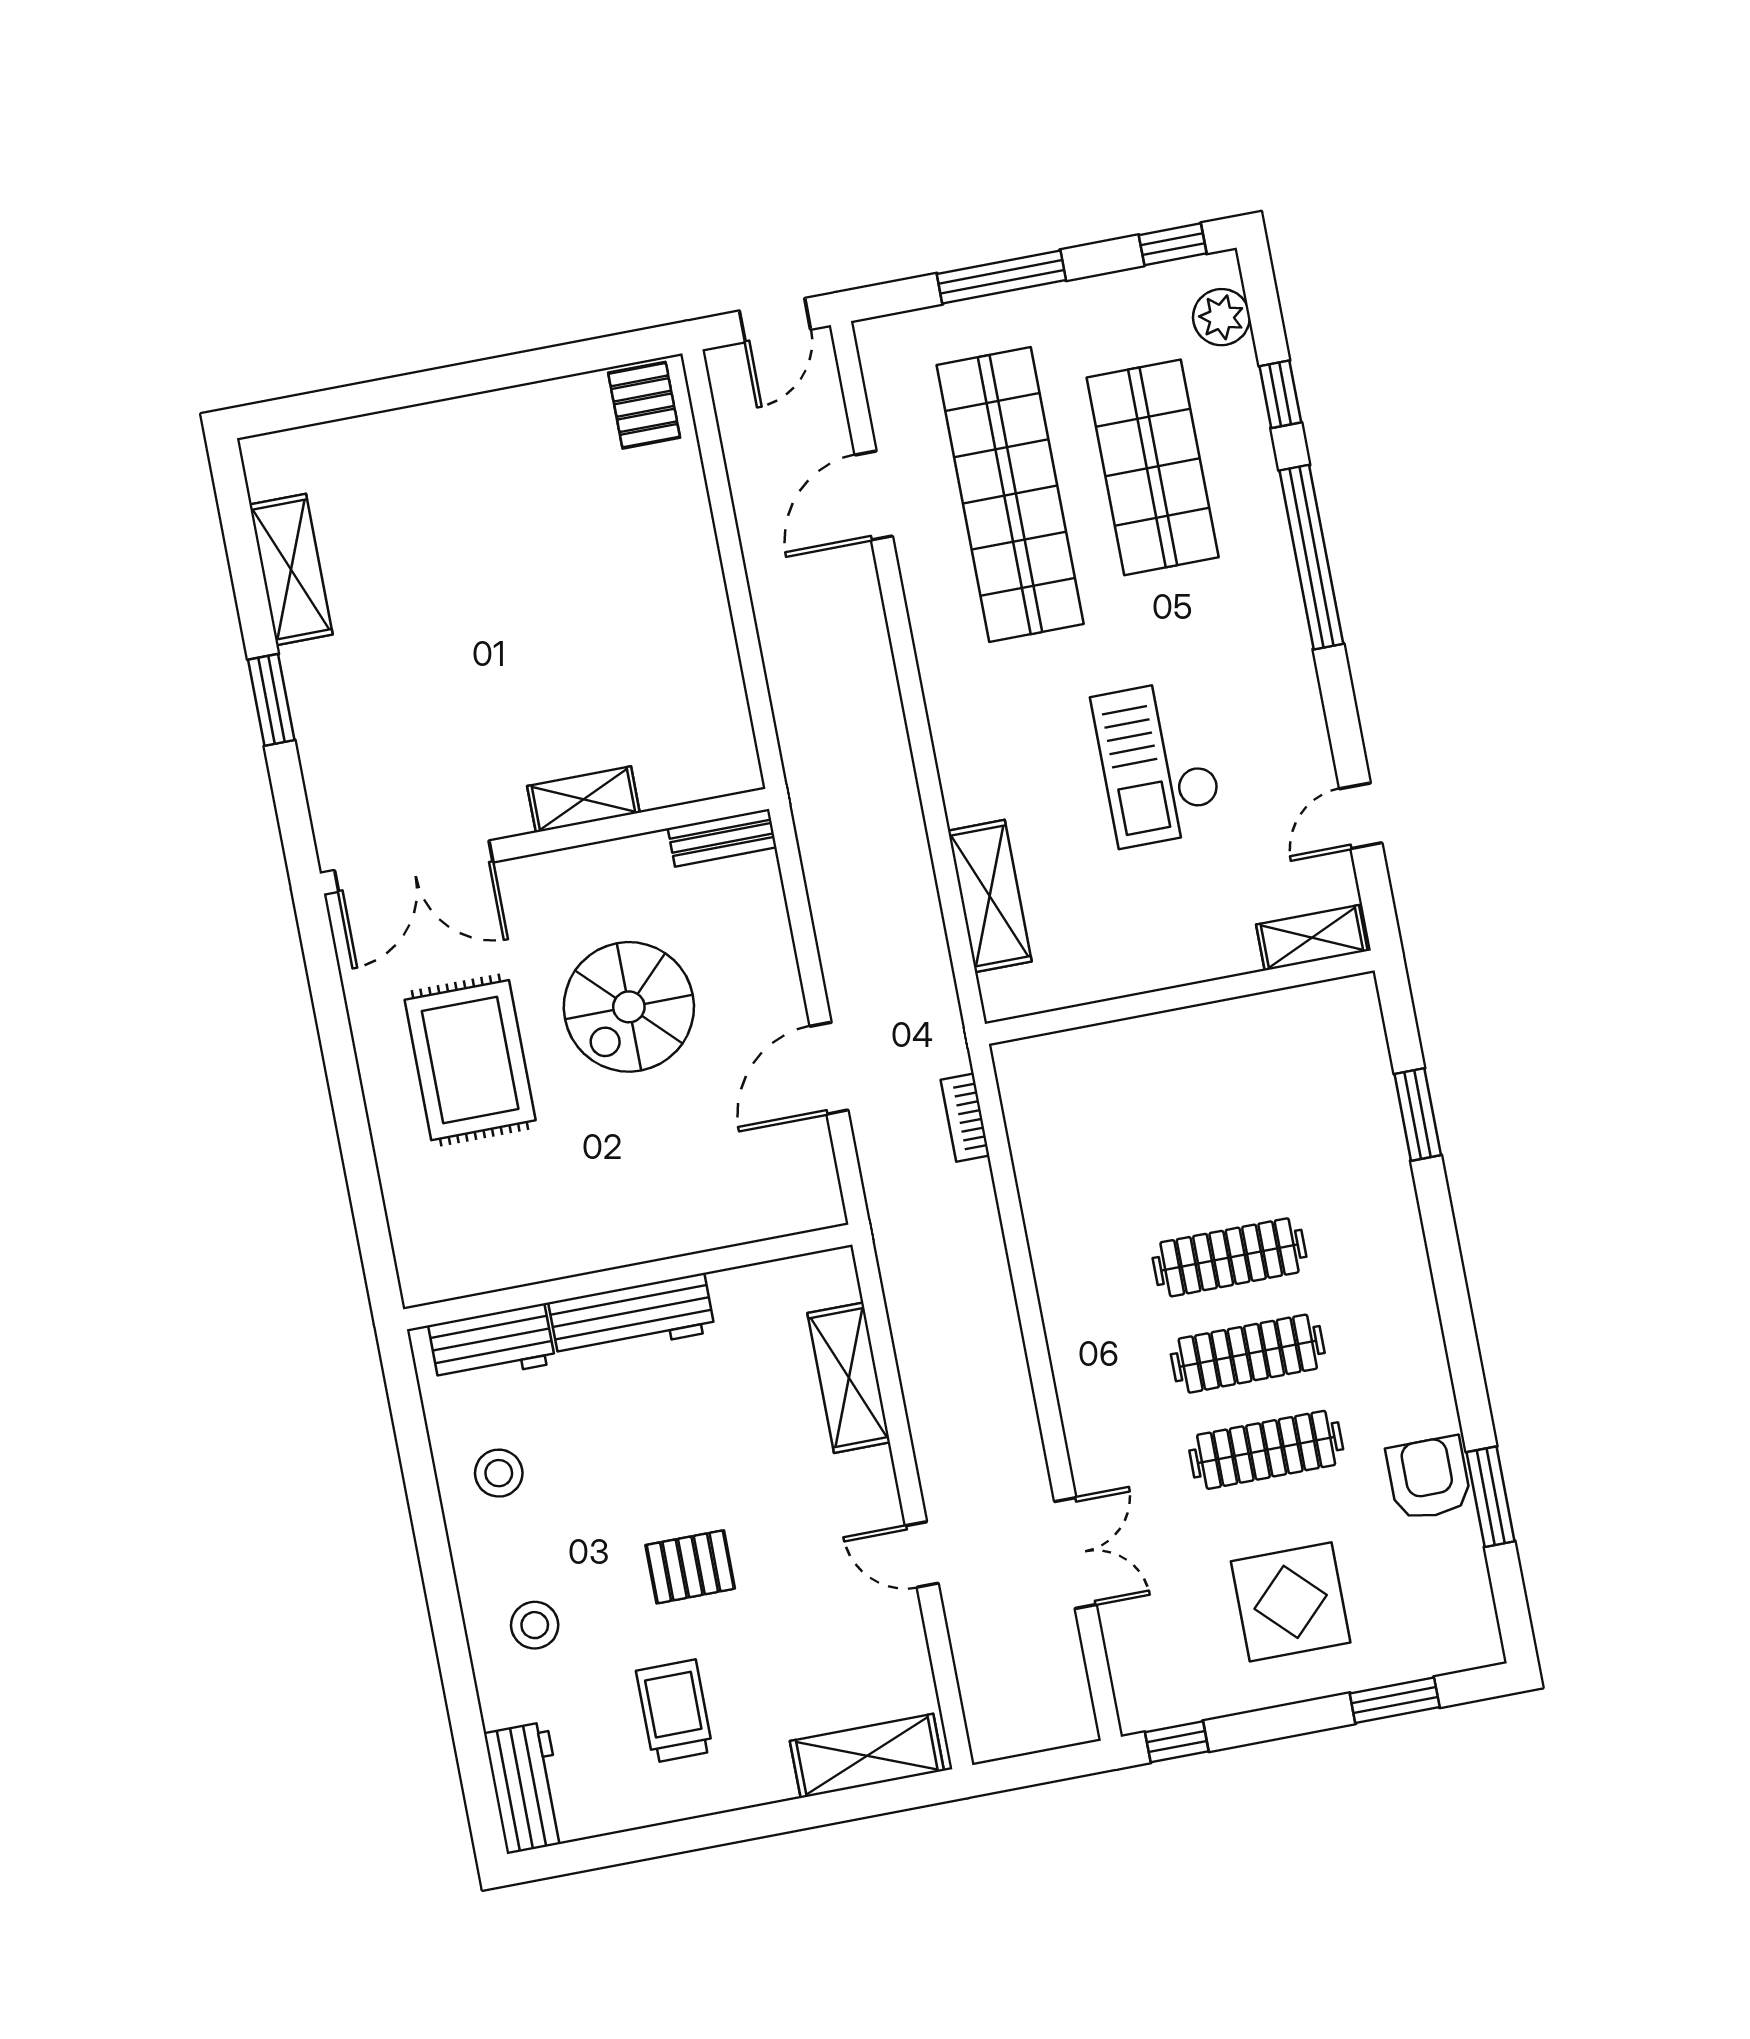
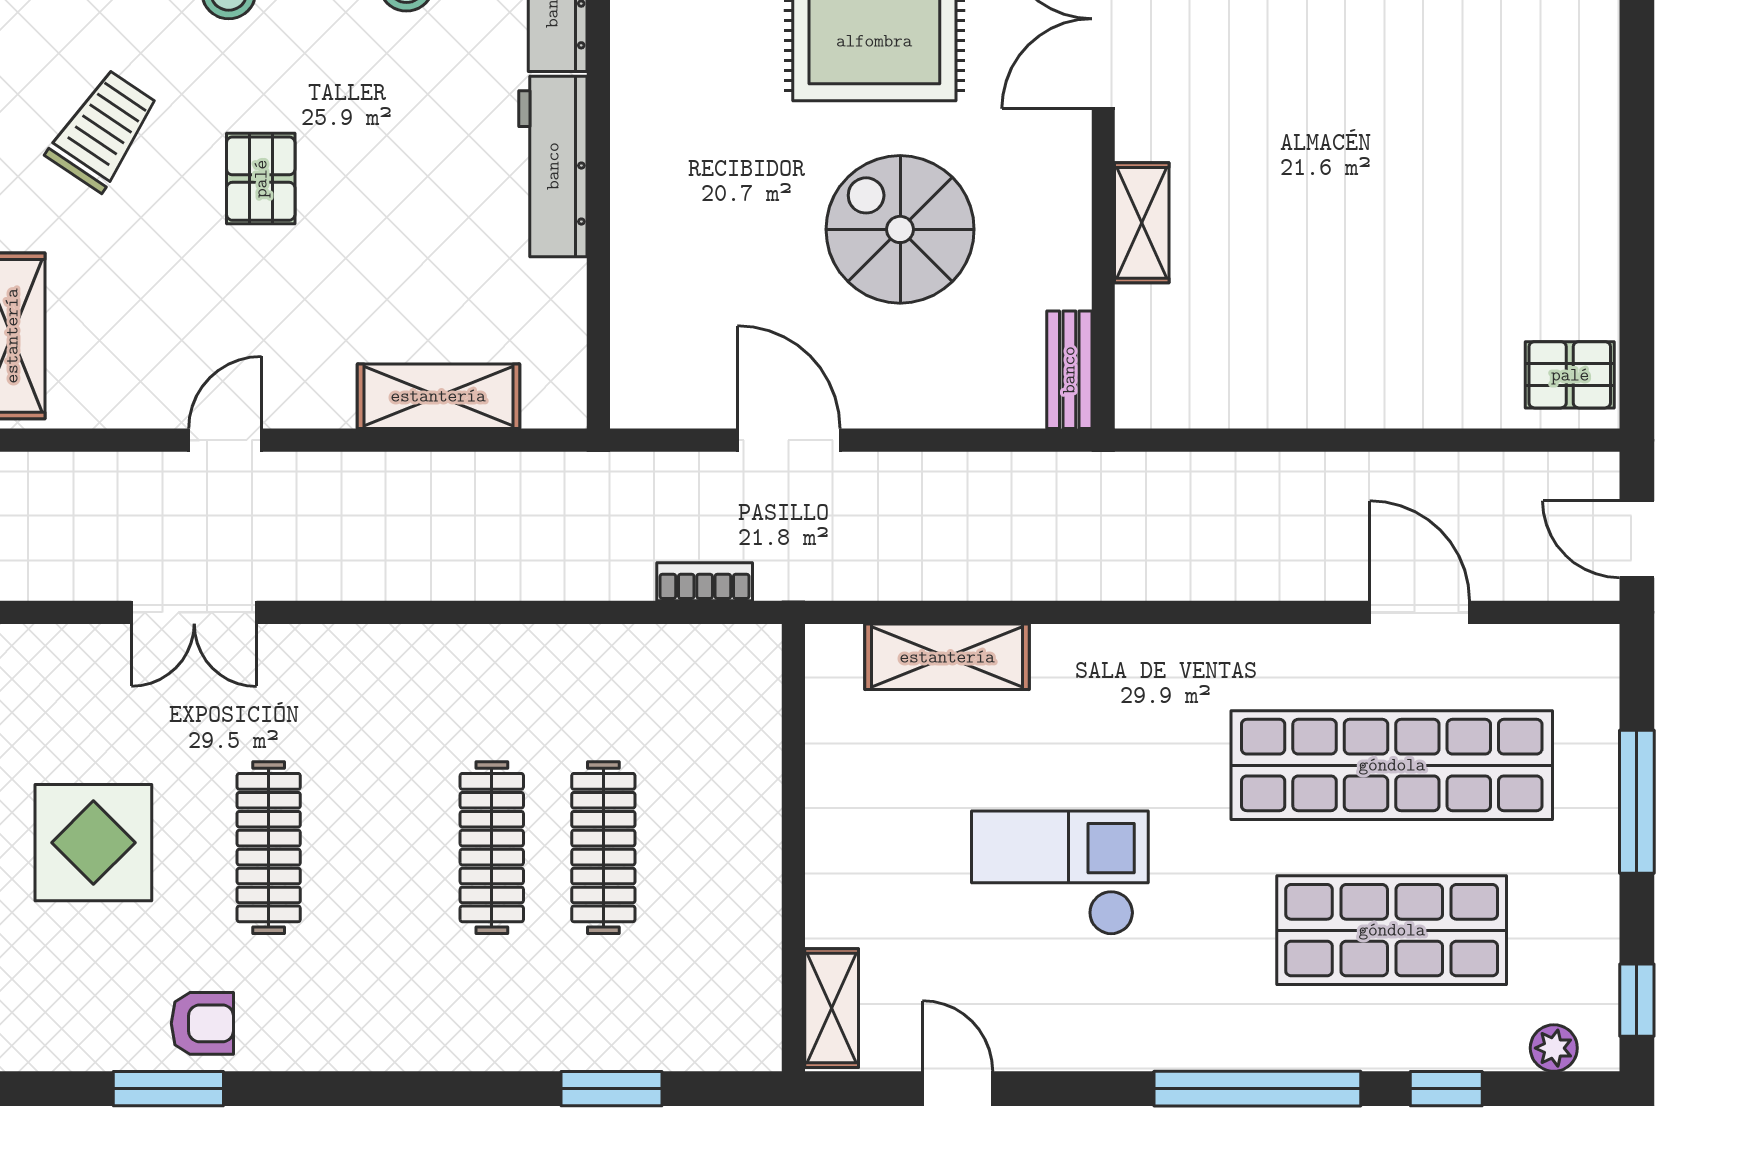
plant: (1221, 317) -> (1554, 1048), width x0.73, depth x0.73
clothes rail: (1248, 1354) -> (603, 848), moved
armchair: (1429, 1478) -> (202, 1023), width x0.72, depth x0.72
trolley: (675, 1711) -> (103, 130), turned -56

